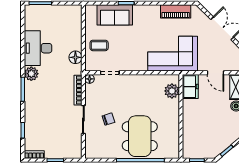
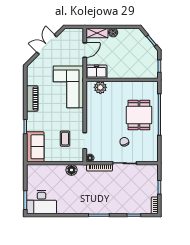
piano: (176, 11) -> (32, 98), moved
sofa: (115, 15) -> (35, 147), moved
coffee table: (99, 45) -> (65, 139), moved
desk: (38, 48) -> (41, 202), moved
plant: (31, 74) -> (86, 208), removed
dining table: (140, 136) -> (139, 115), width x0.73

